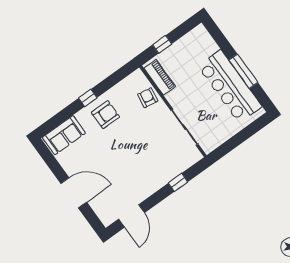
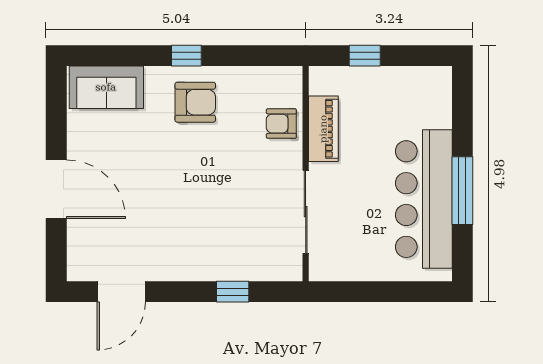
piano: (160, 77) -> (323, 129), moved
armchair: (148, 98) -> (281, 124), turned -99

